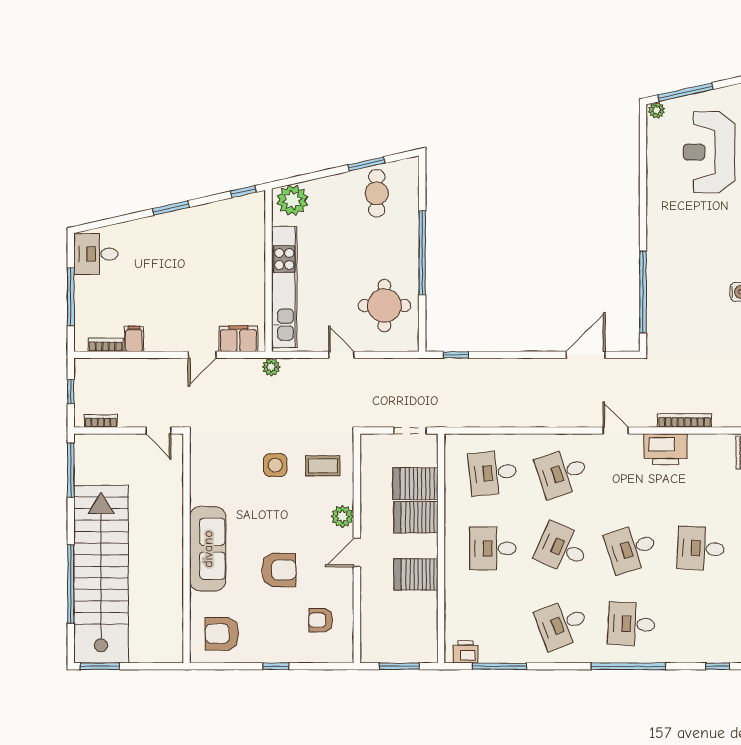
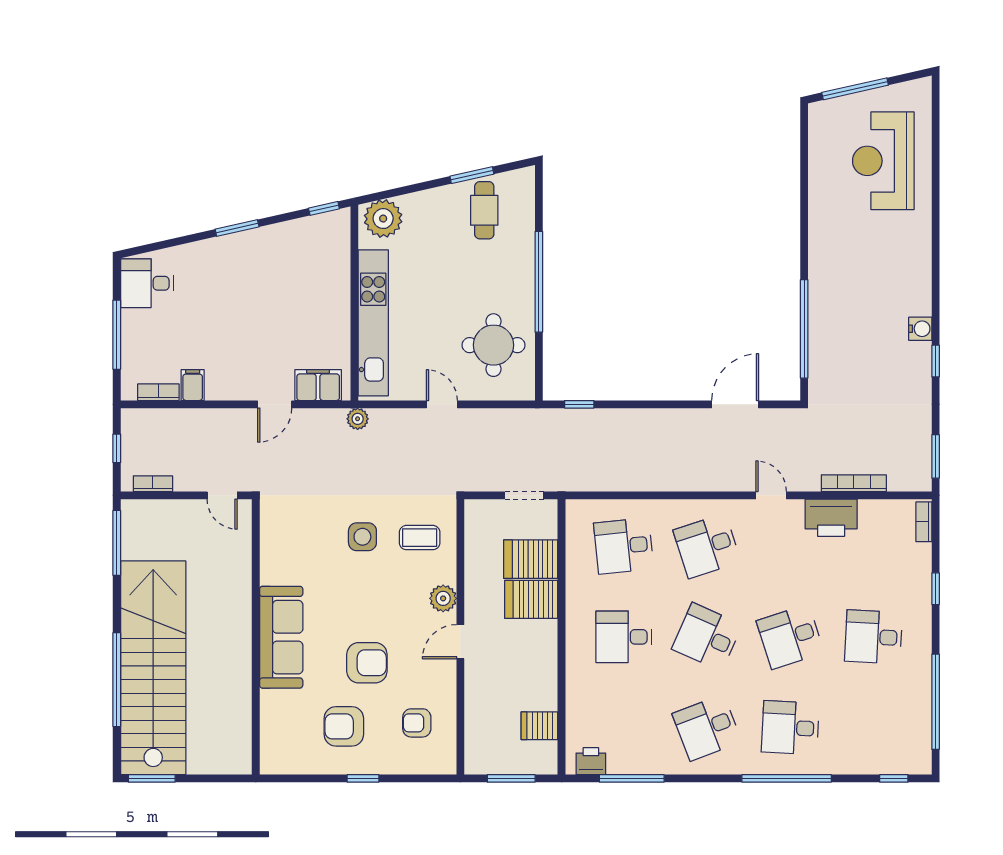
plant: (657, 110) -> (820, 111), removed
server rack: (416, 574) -> (539, 726), moved, width x0.73, depth x0.70
armchair: (222, 634) -> (344, 726), moved

